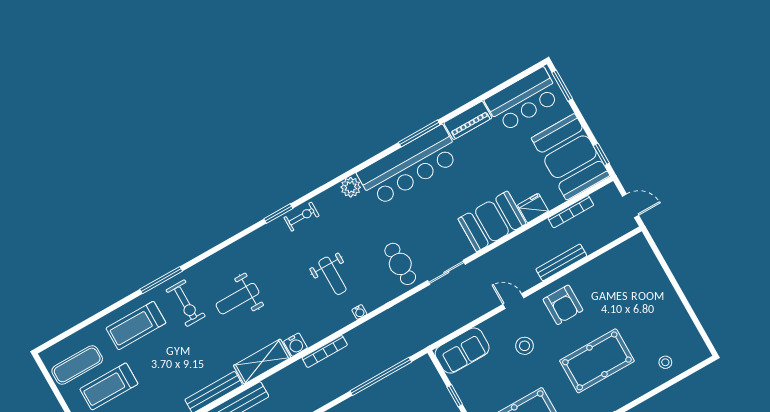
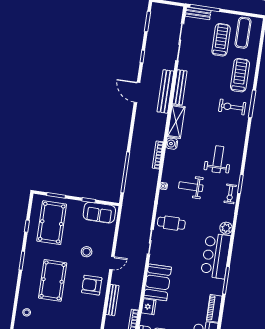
bar counter: (409, 166) -> (216, 256), width x0.73
weight bench: (238, 299) -> (218, 159), moved
sofa: (462, 351) -> (99, 213), moved, turned -90

